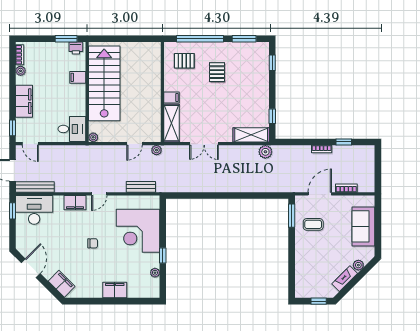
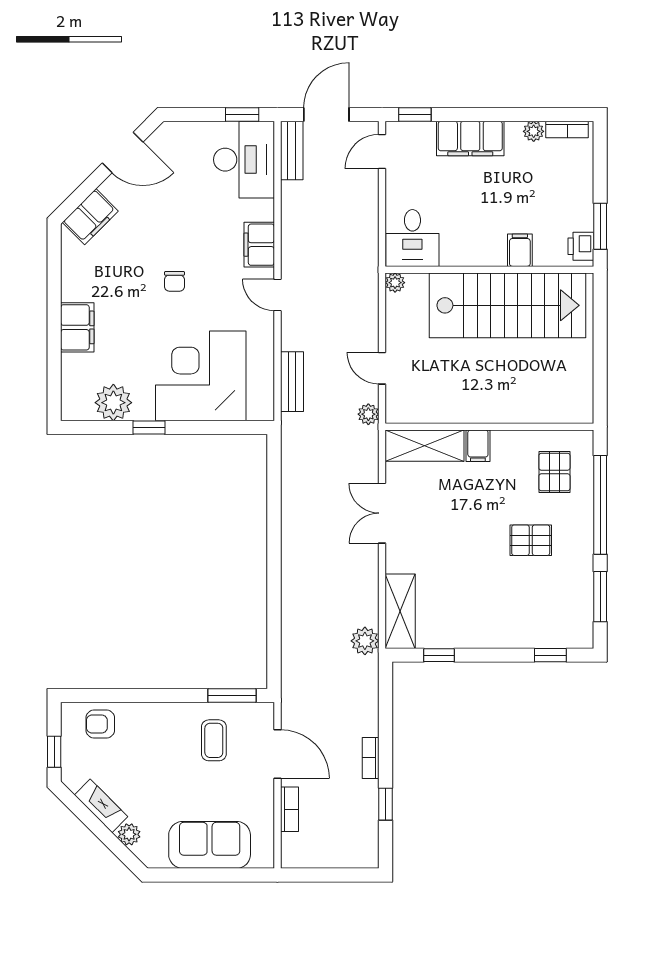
bench: (35, 187) -> (292, 150), width x0.73
plant: (155, 273) -> (113, 403), width x1.87, depth x1.87
armchair: (305, 279) -> (100, 724), added

